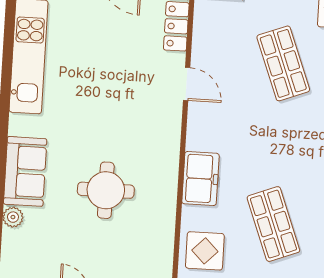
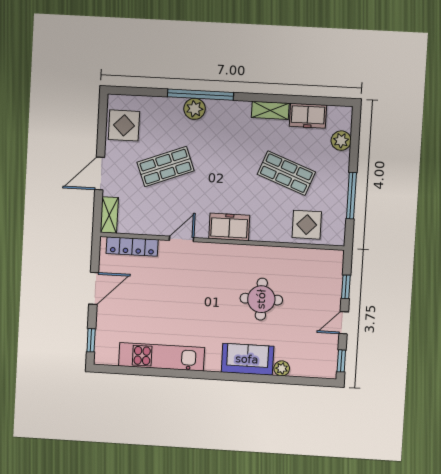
freezer: (200, 179) -> (229, 227), moved
shop shelf: (273, 224) -> (286, 173), turned 42

